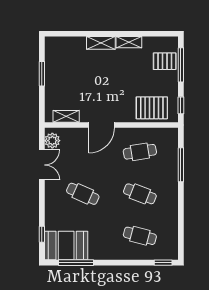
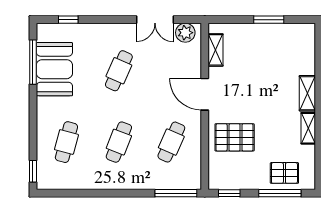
pallet: (165, 61) -> (284, 173), turned 90
pallet: (152, 108) -> (235, 137), moved, turned 90
cafe table: (140, 152) -> (171, 142), turned 33
window: (181, 165) -> (176, 193), moved
booth: (66, 245) -> (54, 69), moved

